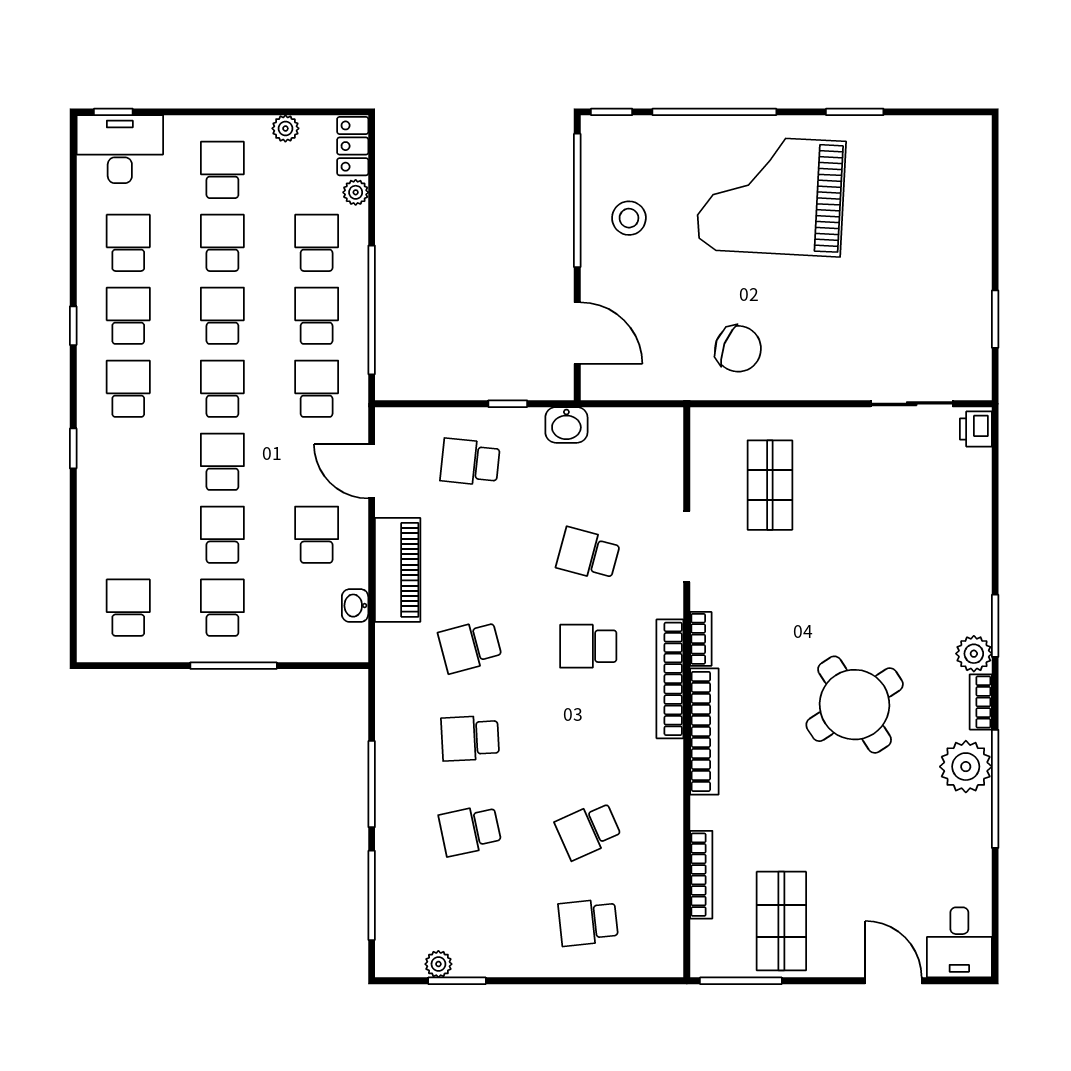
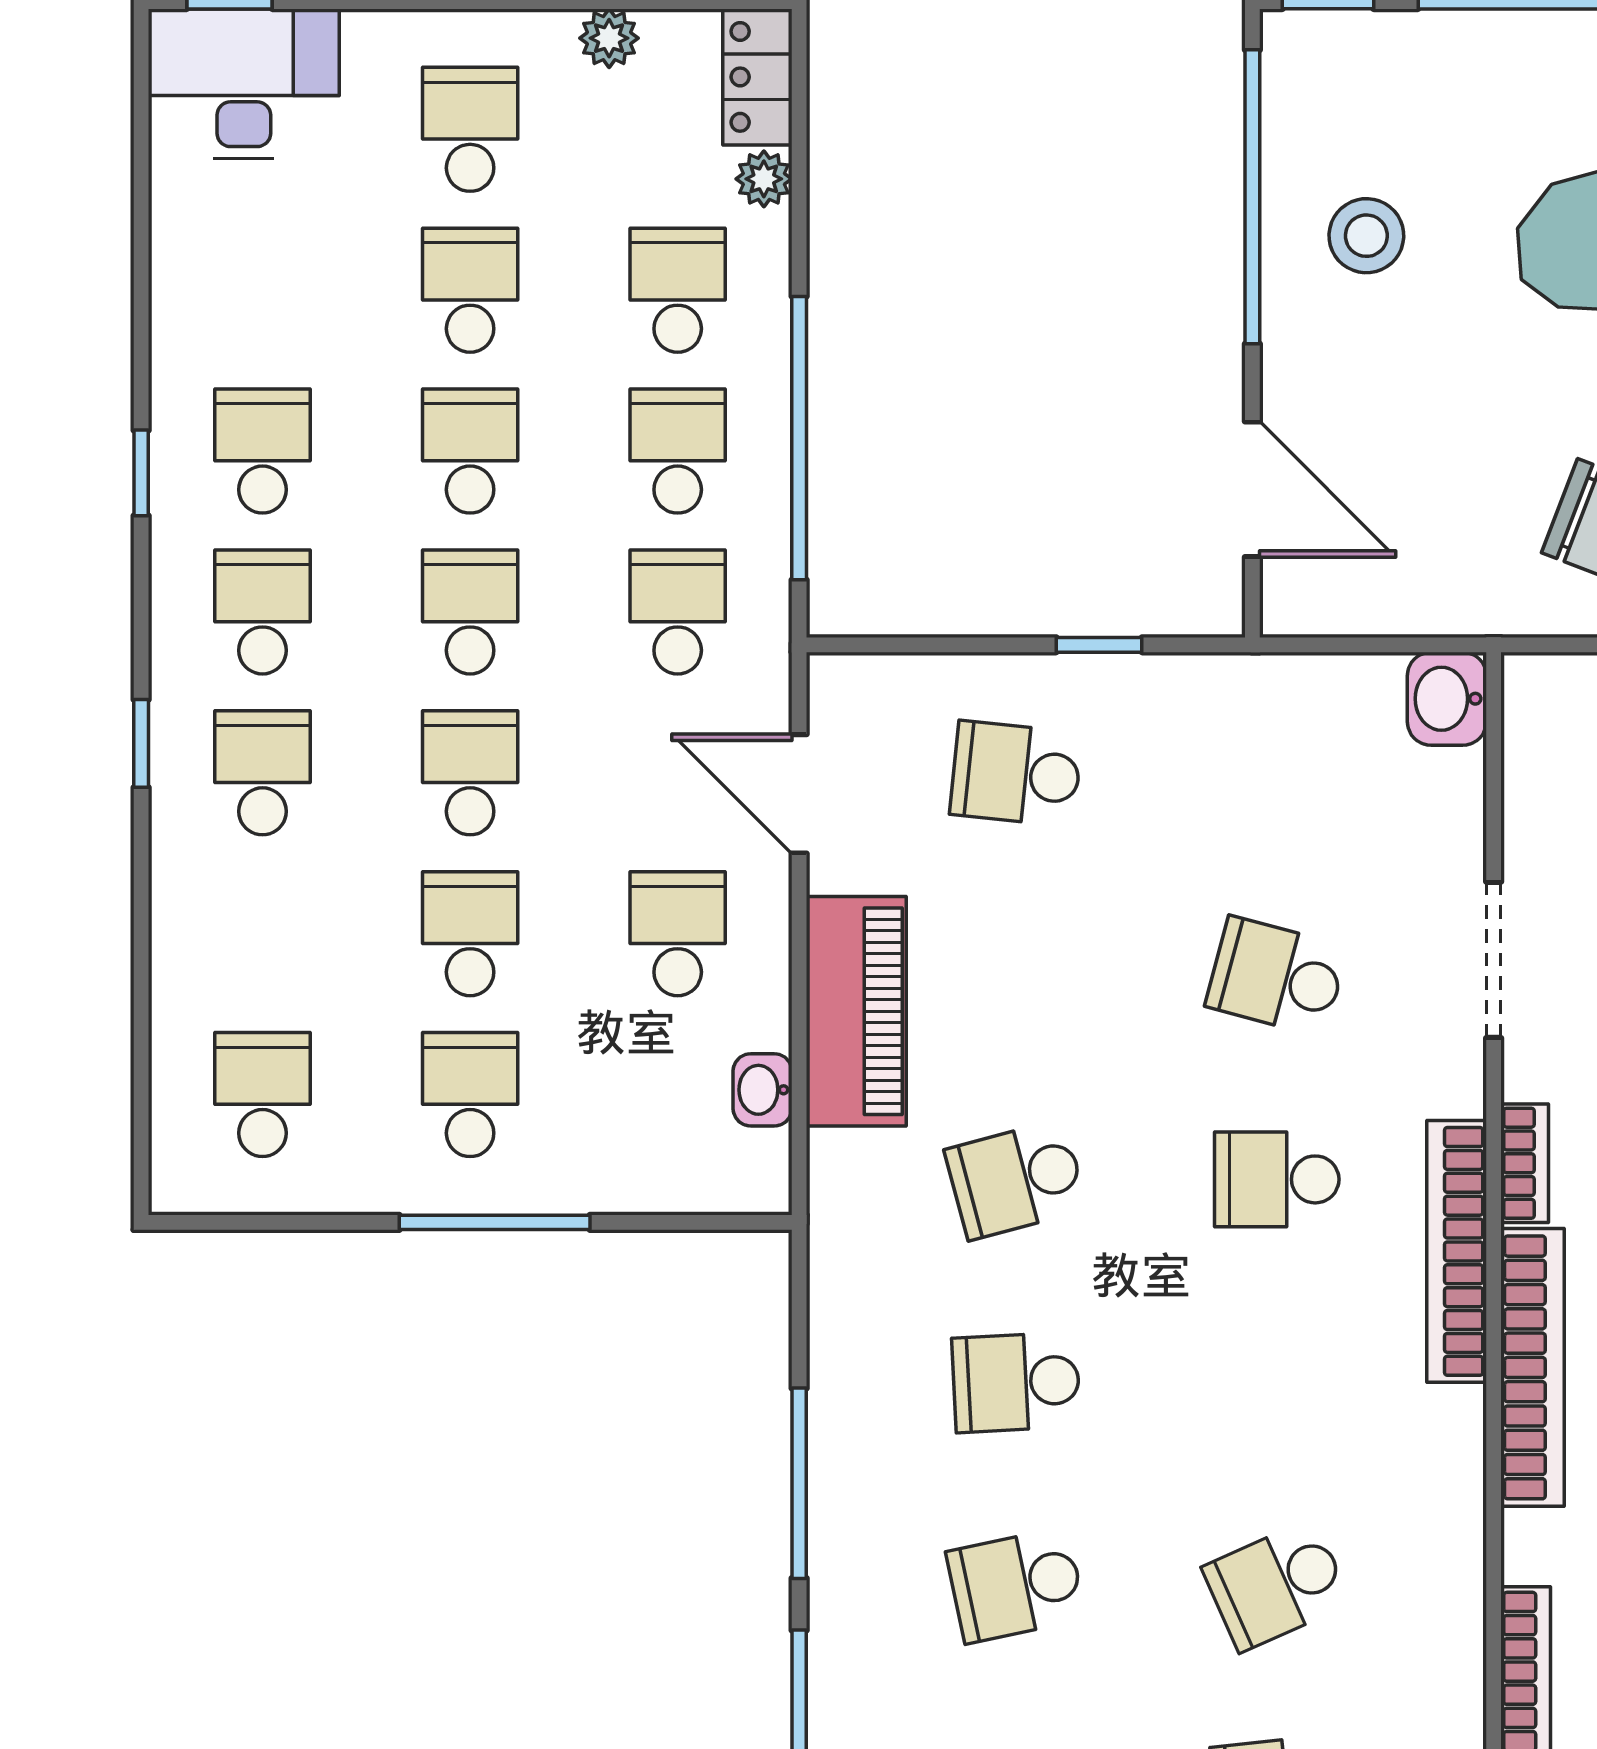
school desk: (128, 243) -> (263, 773), moved
washbasin: (566, 425) -> (1447, 699), moved, turned 90

